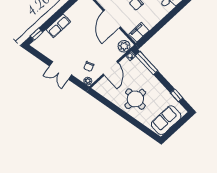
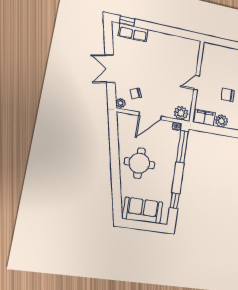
door: (112, 19) -> (196, 83), width x0.53
plant: (150, 22) -> (222, 121), added
row of seats: (58, 26) -> (133, 33), moved

